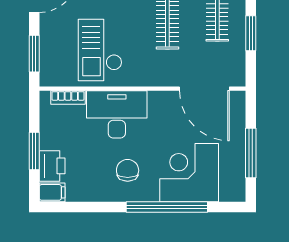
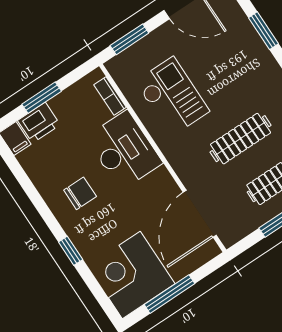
checkout: (100, 50) -> (172, 96), turned 90
corner desk: (189, 173) -> (131, 275), moved, turned -90
window: (167, 207) -> (71, 251), width x0.32

